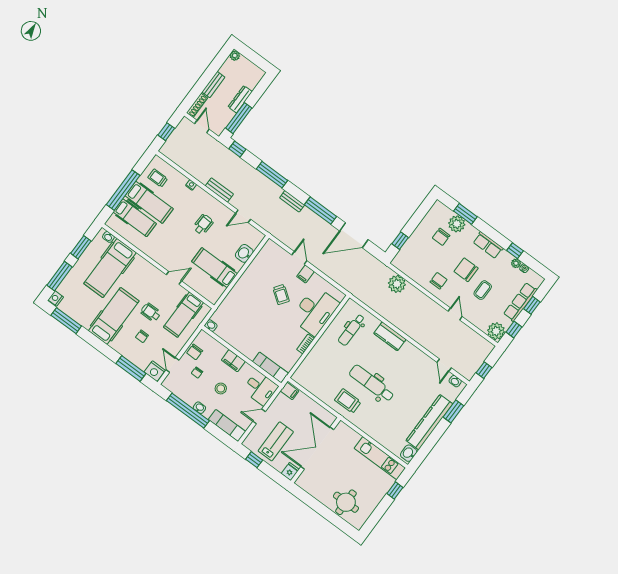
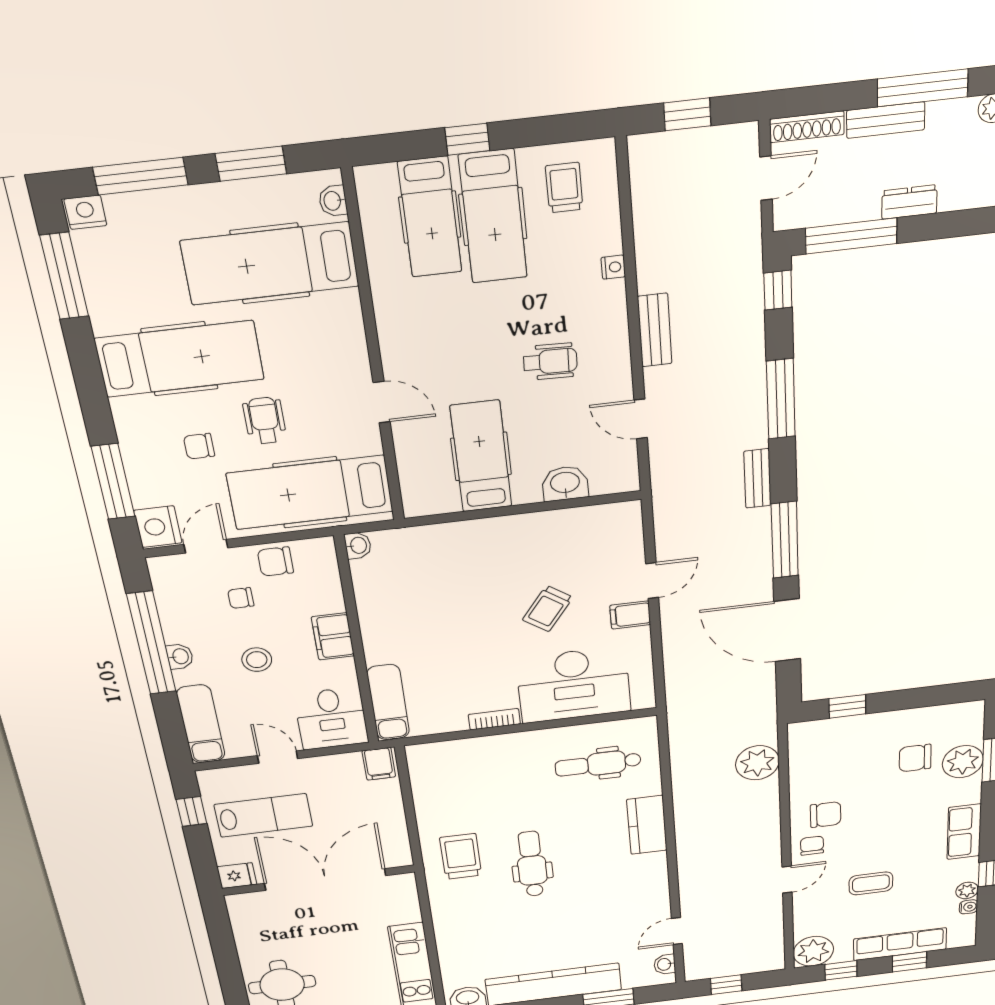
window: (213, 69) -> (923, 88), added
dresser: (240, 99) -> (909, 202), width x0.70
window: (123, 190) -> (467, 139), width x0.32
chair: (466, 270) -> (812, 846), moved, width x0.54, depth x0.54
hospital bed: (183, 315) -> (310, 492), width x1.37, depth x1.29
dental chair: (372, 383) -> (532, 864), width x0.73, depth x0.72

